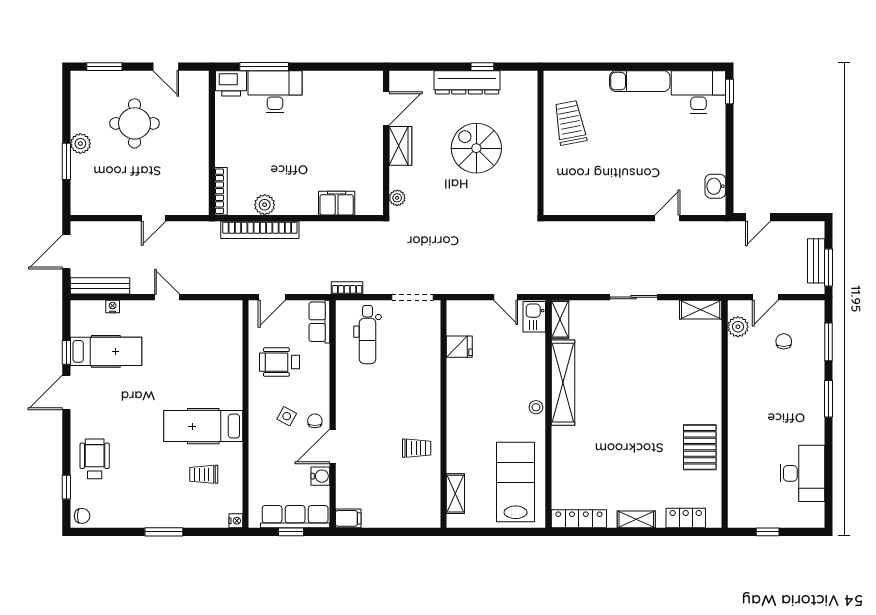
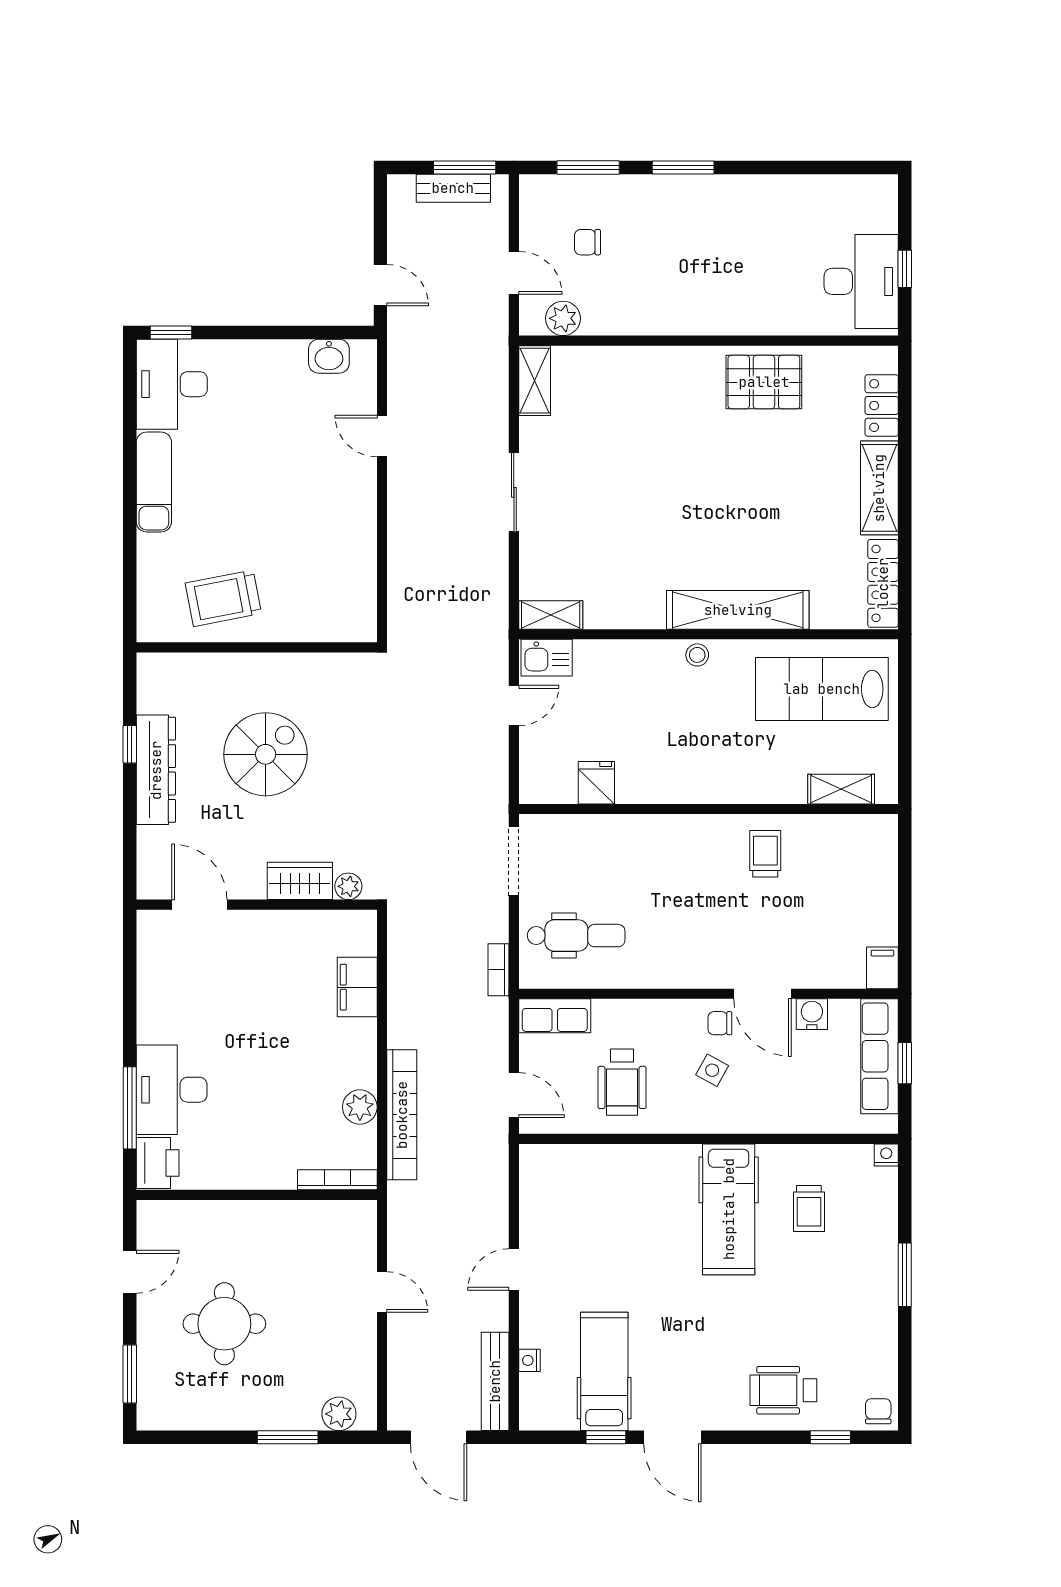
plant: (80, 144) -> (339, 1414), moved
wardrobe: (400, 146) -> (300, 881), moved
spiral stairs: (476, 148) -> (266, 754), turned 180
shelving: (563, 383) -> (738, 610), moved
desk: (802, 473) -> (861, 281), moved, turned 90
shelving: (636, 519) -> (879, 488), width x1.50, depth x1.33

